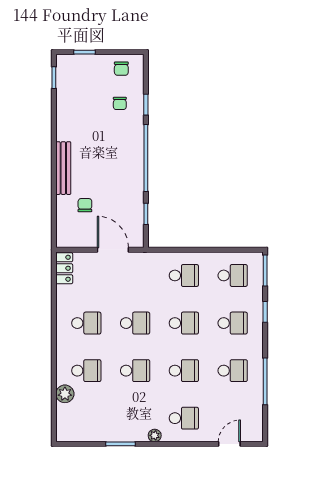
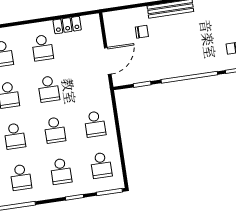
locker: (64, 268) -> (67, 25), moved

